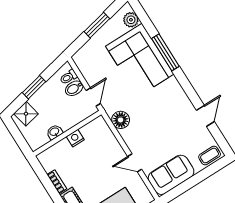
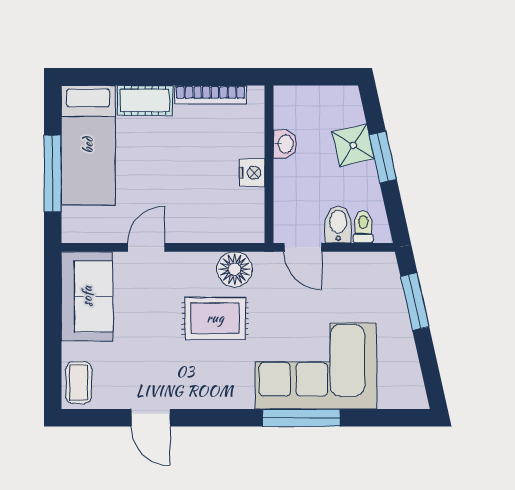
plant: (131, 20) -> (394, 394), removed
window: (97, 25) -> (415, 302), moved
shower: (26, 114) -> (353, 145), moved
rug: (146, 115) -> (215, 318), added
bookcase: (57, 182) -> (211, 95), width x1.56

